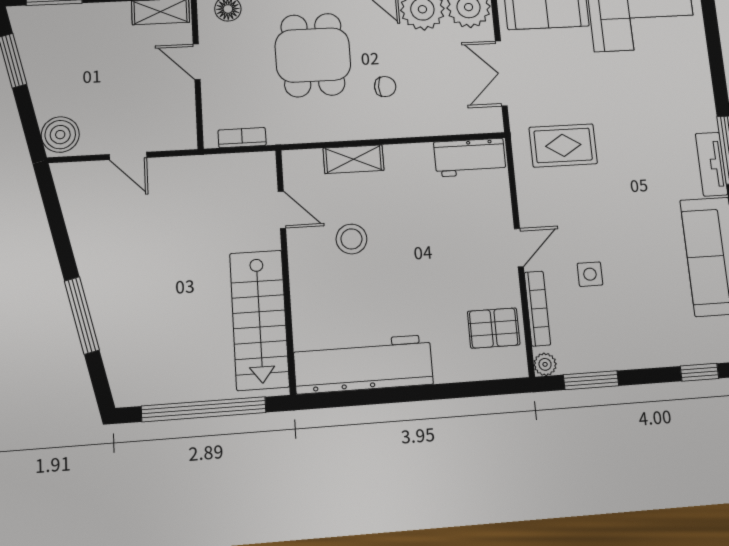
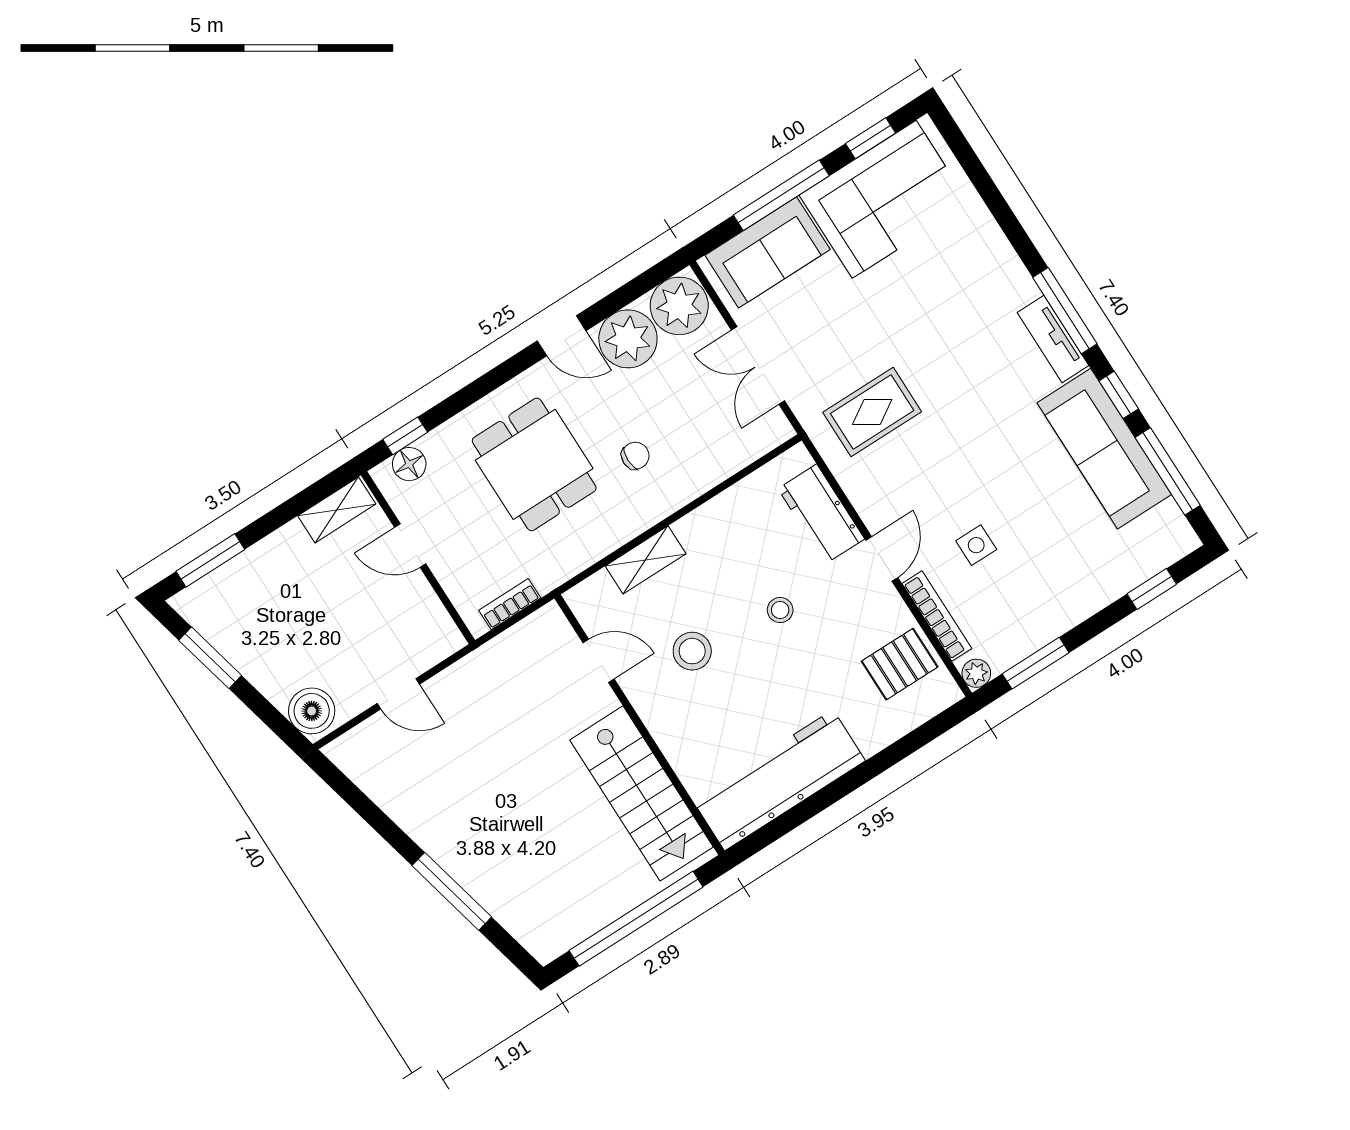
workbench: (470, 157) -> (821, 514), moved, turned 90
stool: (429, 244) -> (780, 610), added

